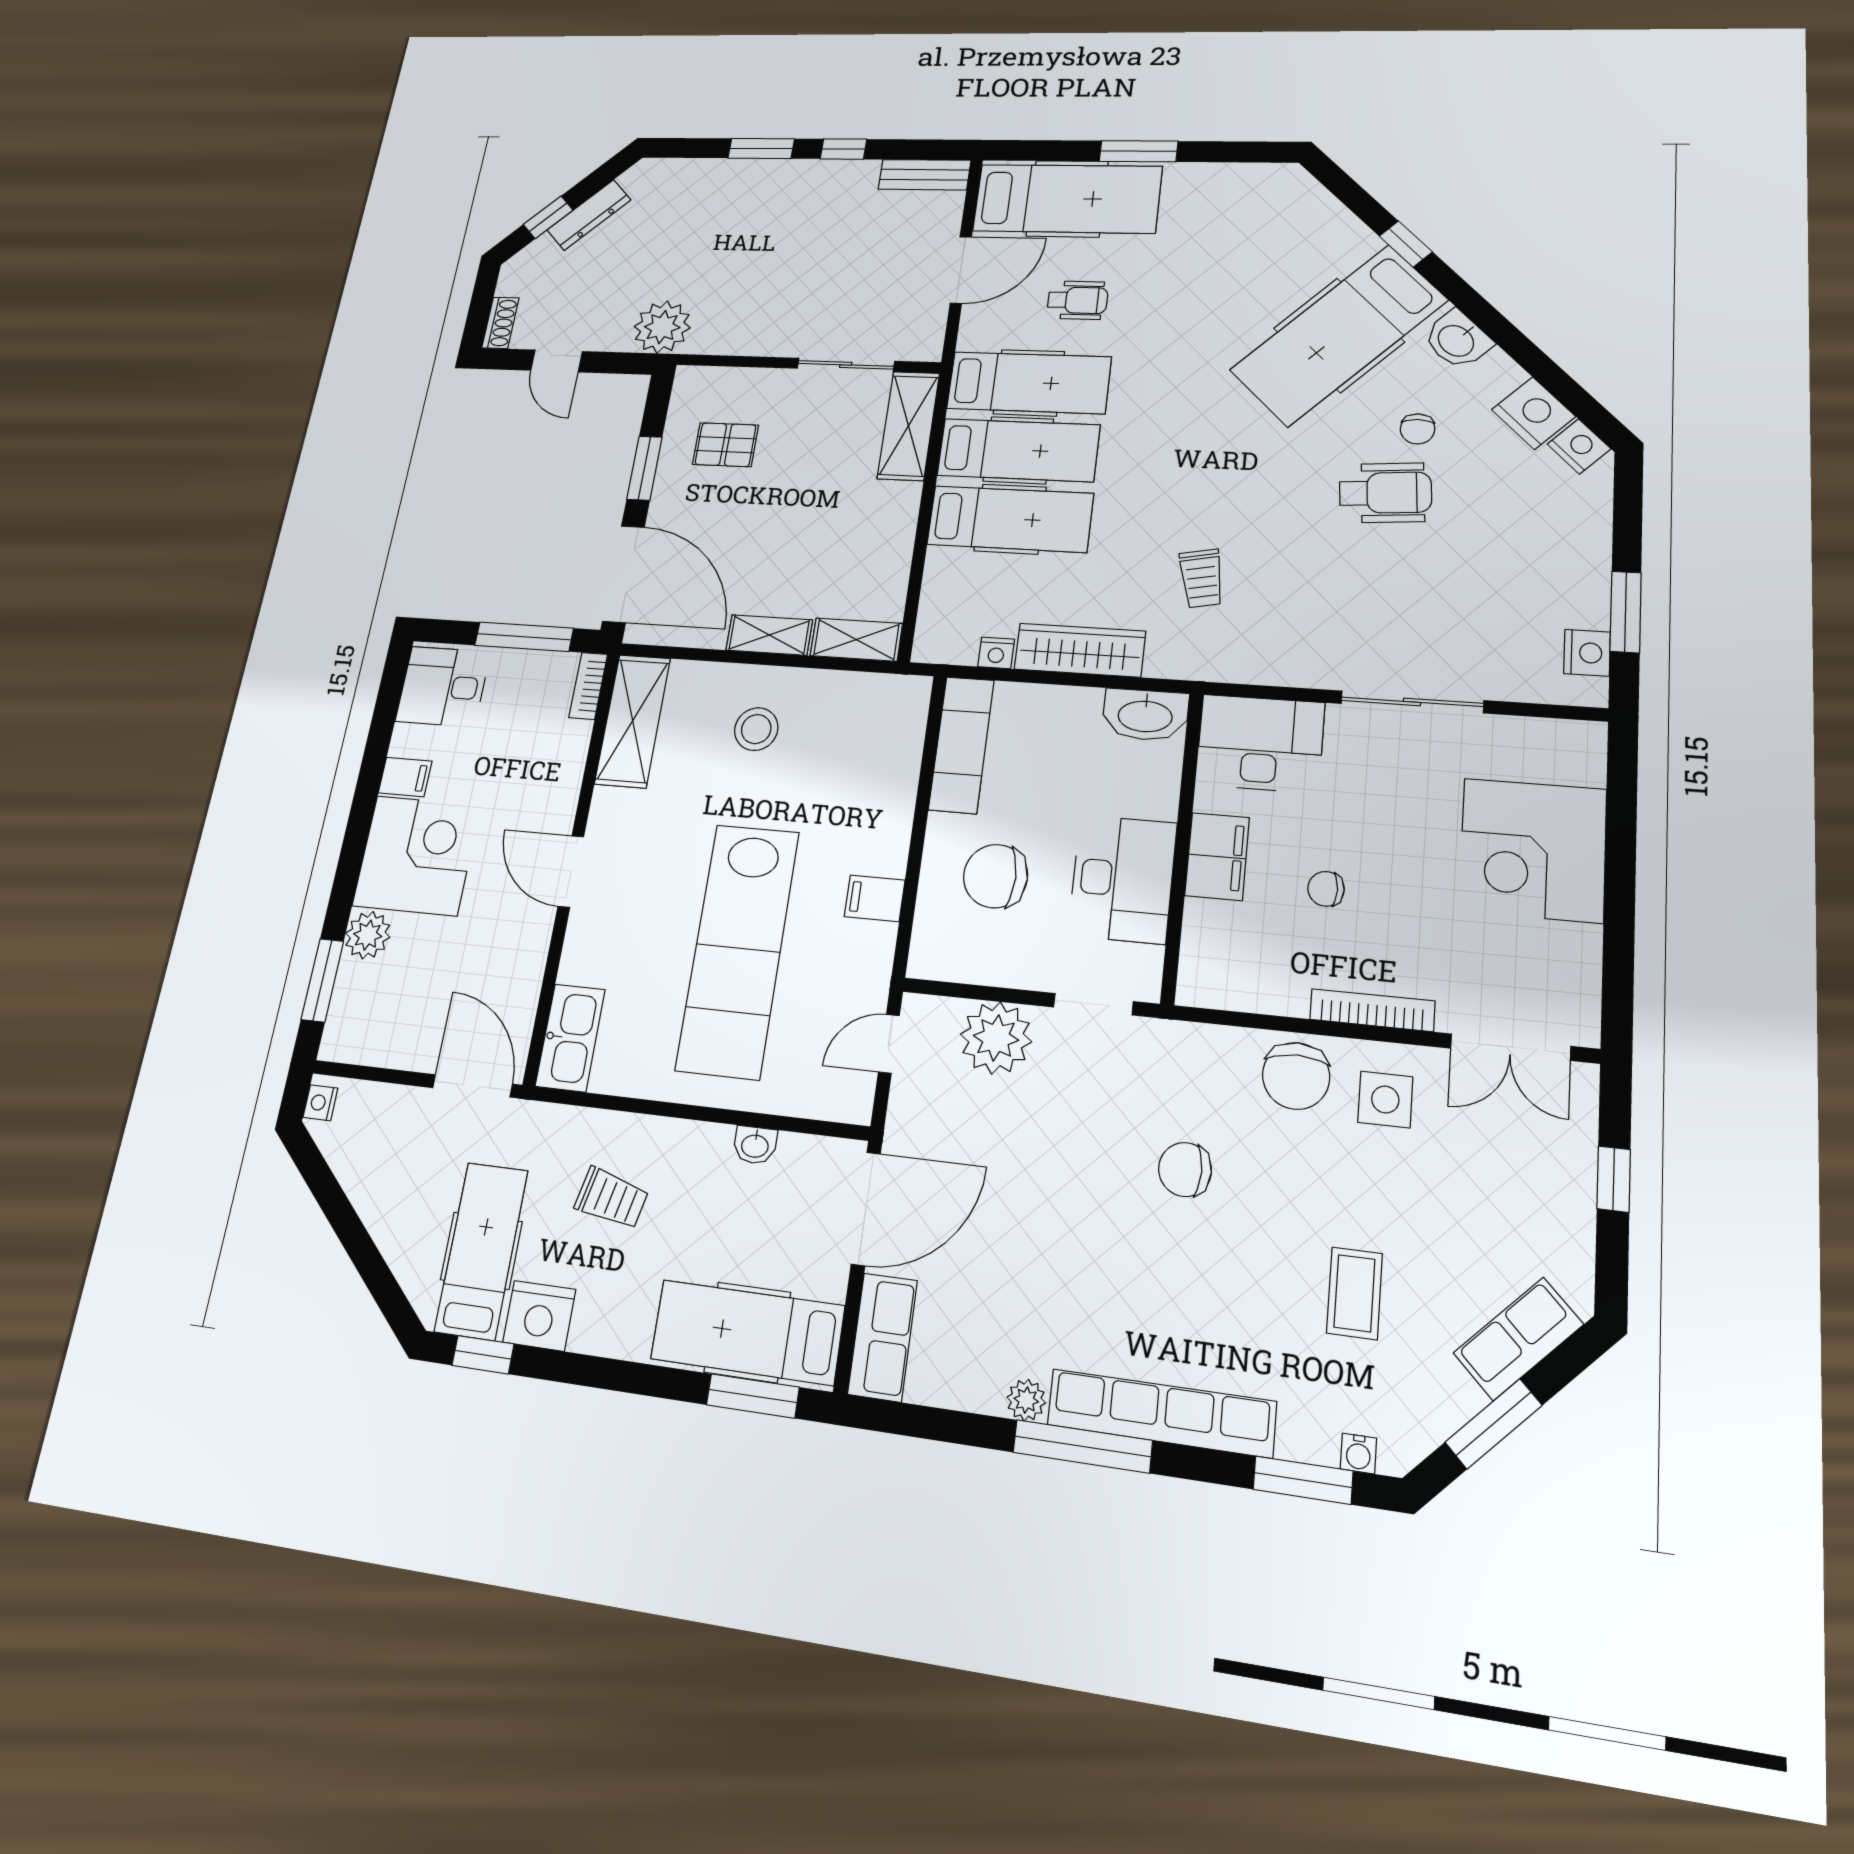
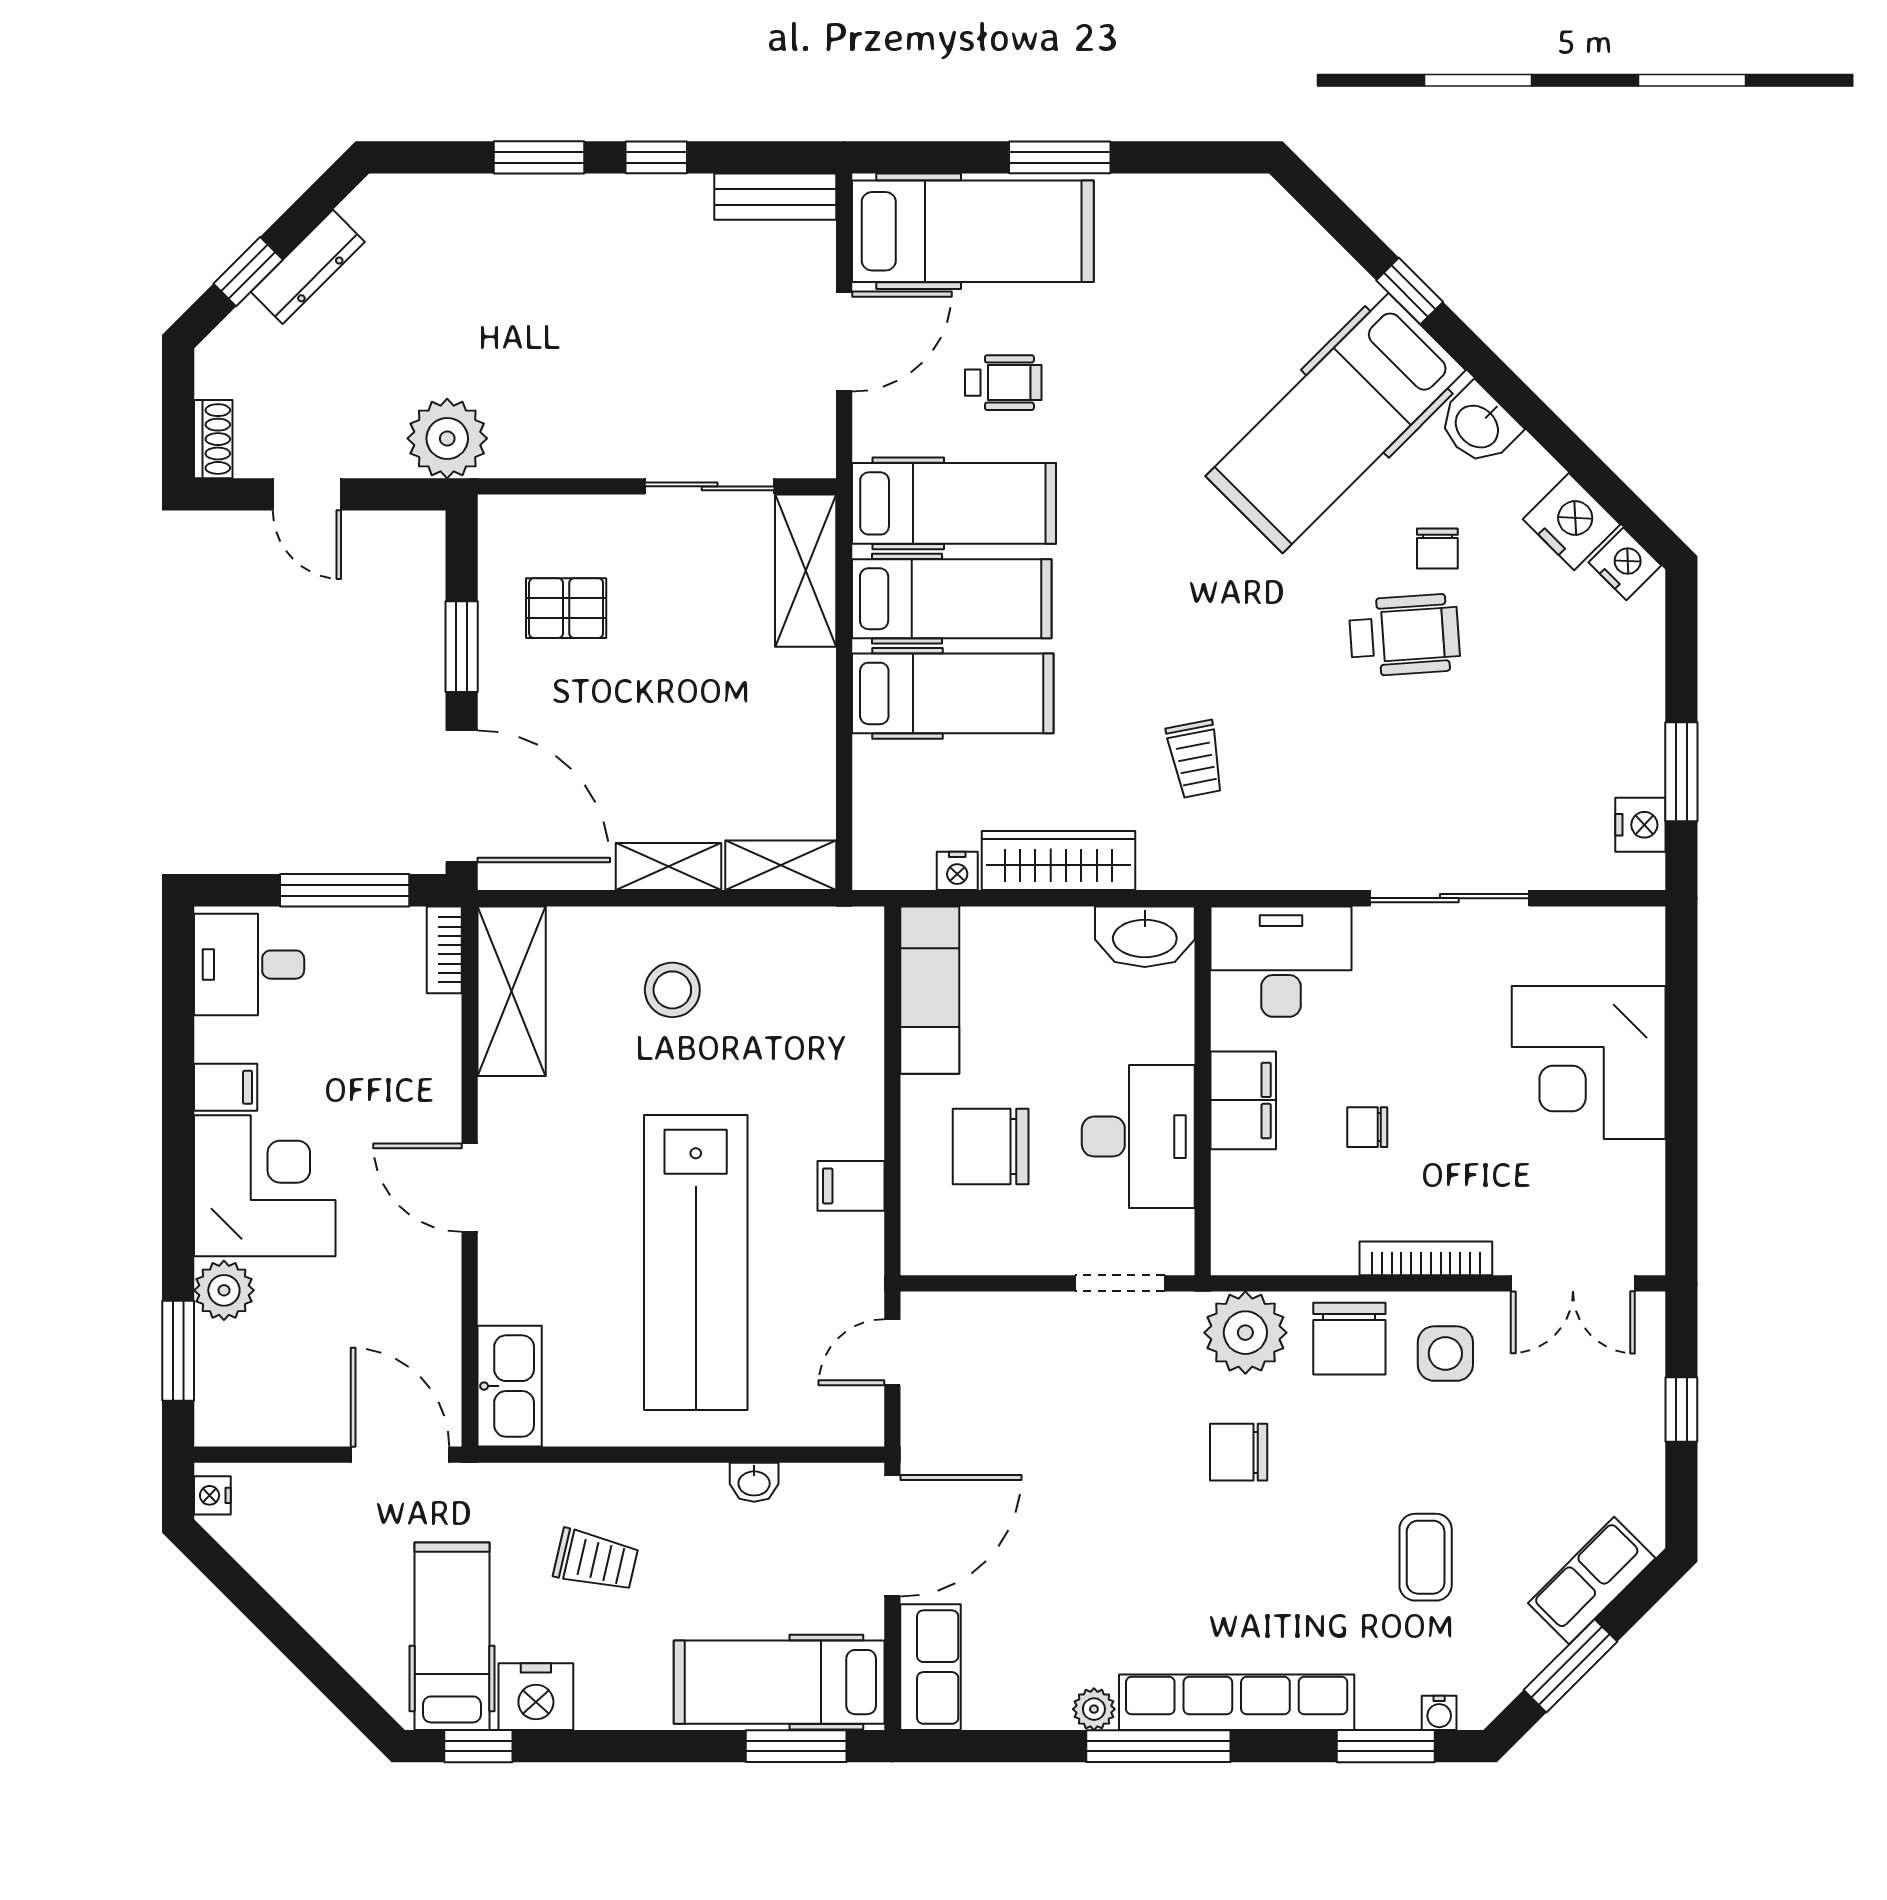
plant: (996, 1038) -> (1245, 1333), moved

